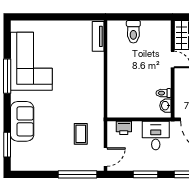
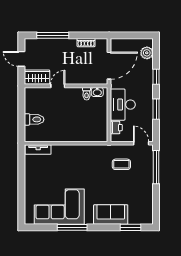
desk: (156, 136) -> (123, 105), width x1.37

